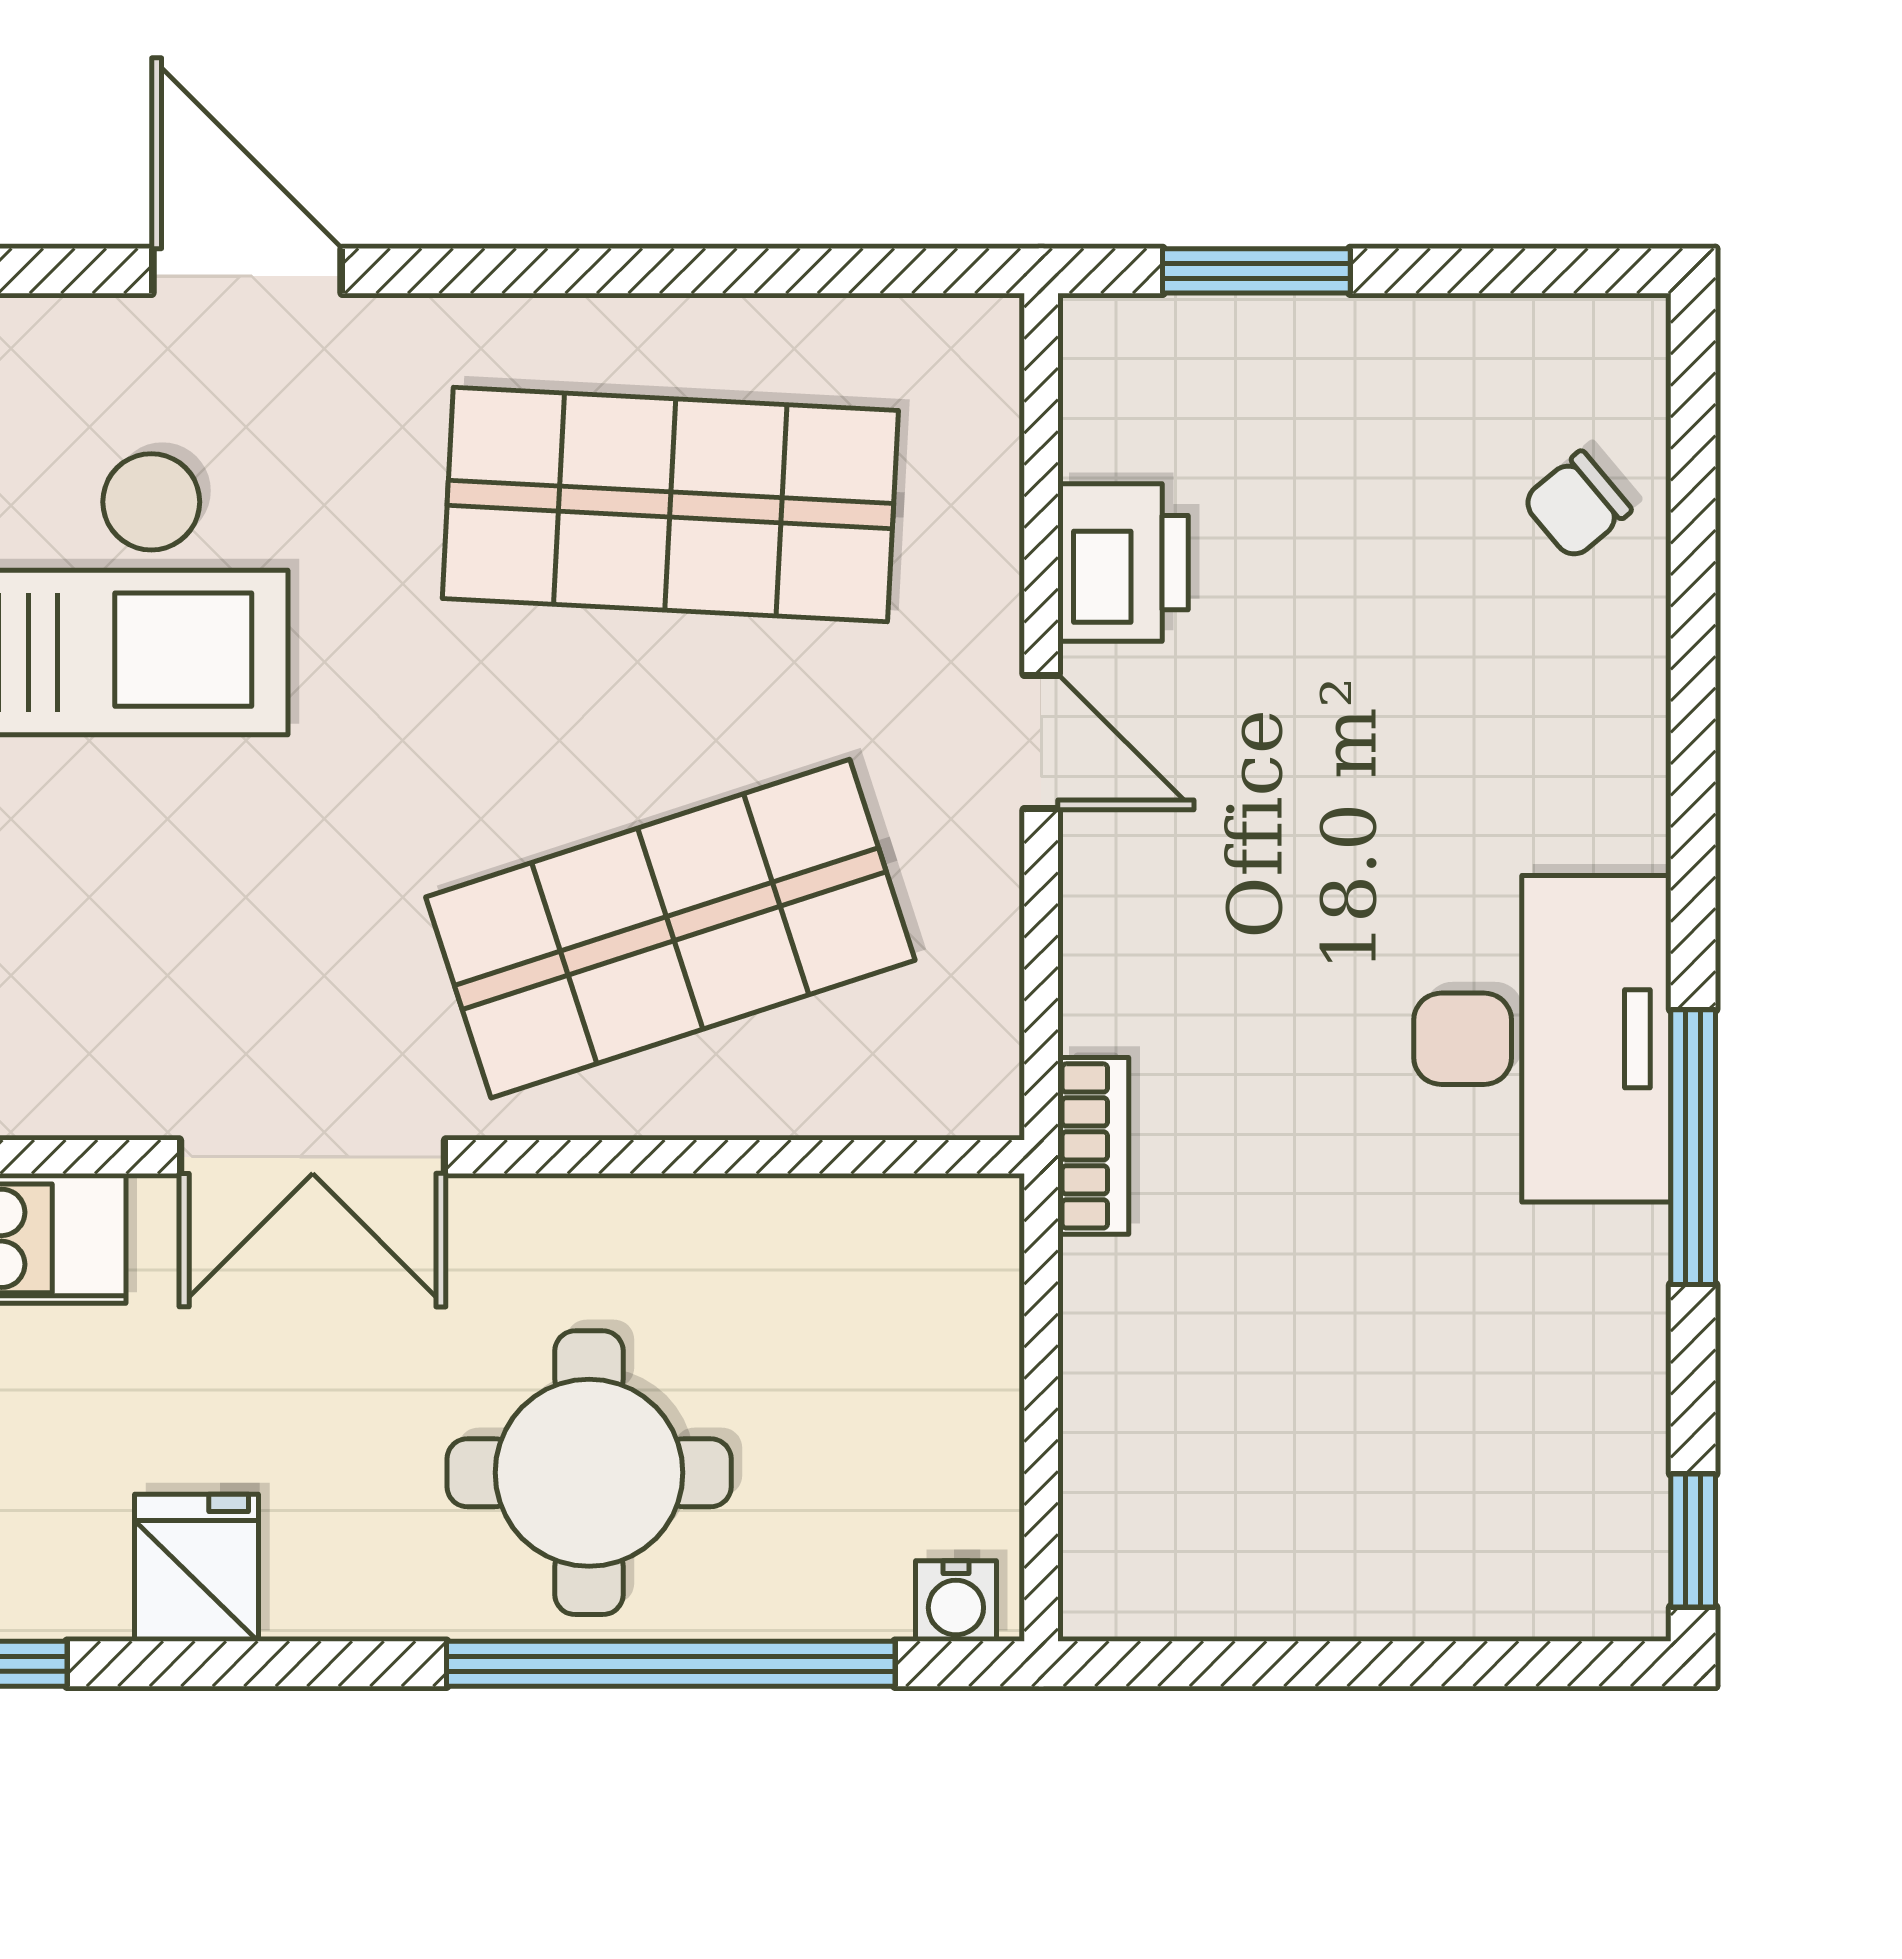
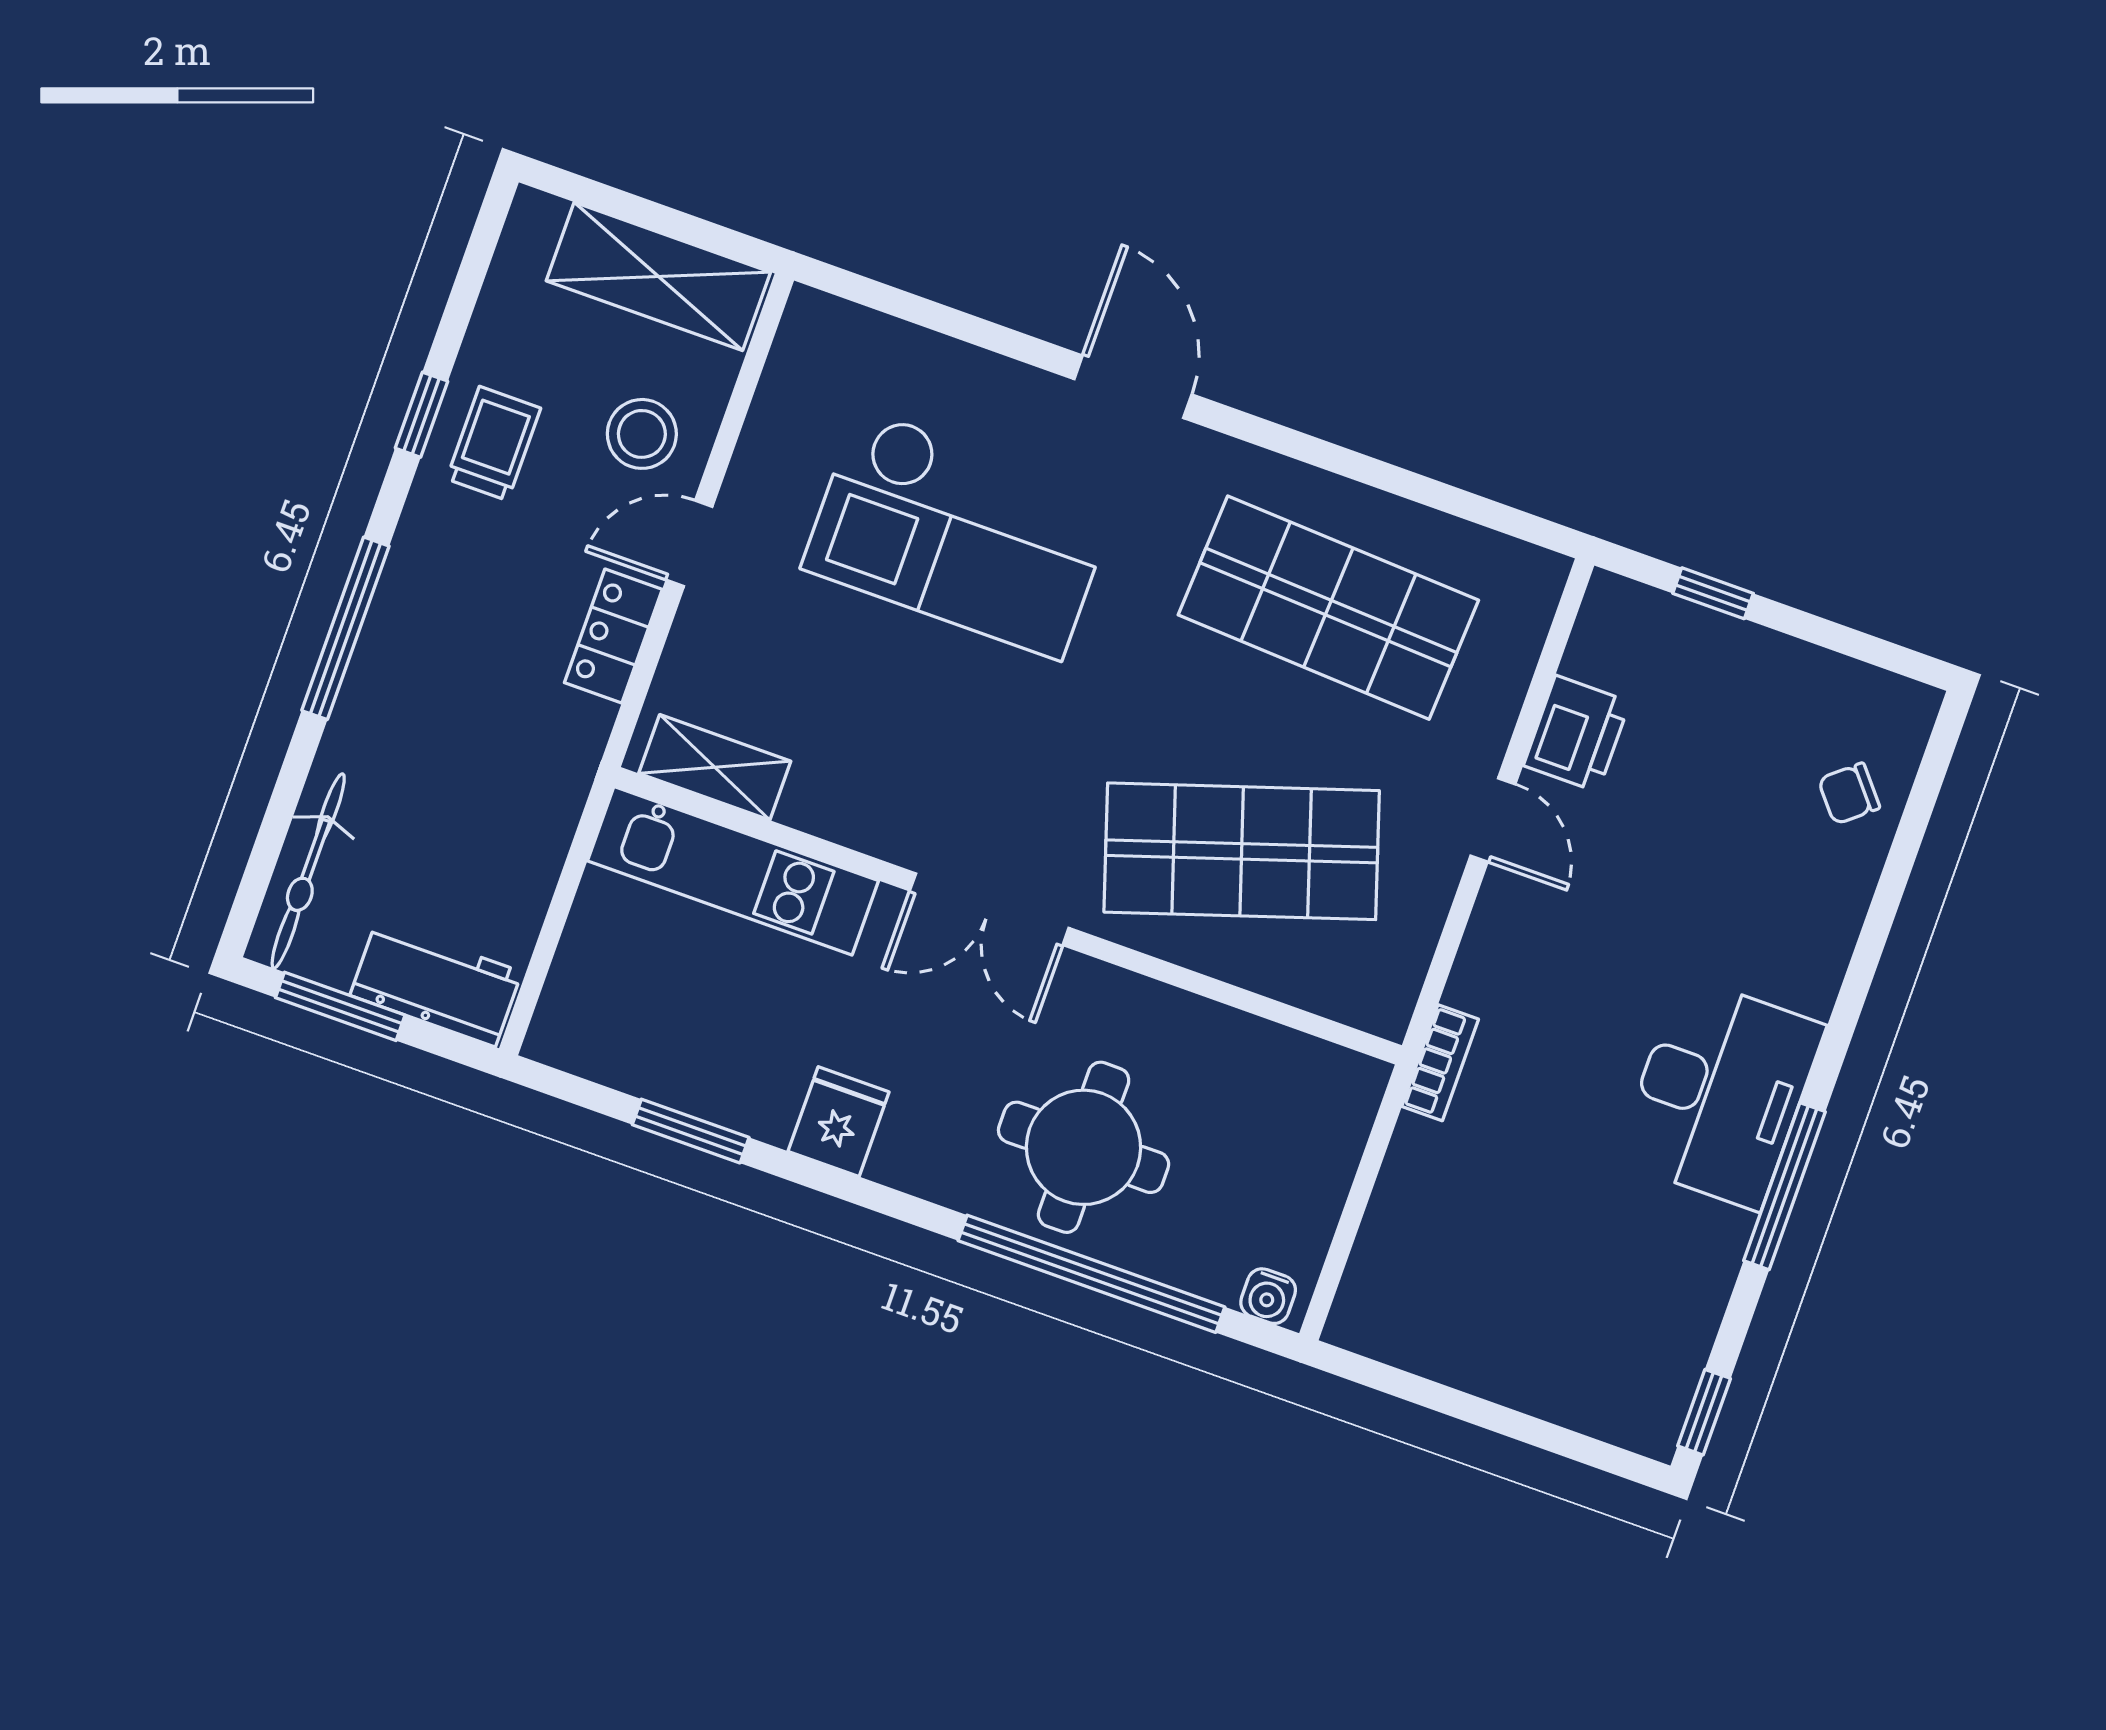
window: (1256, 271) -> (1713, 593), width x0.67

